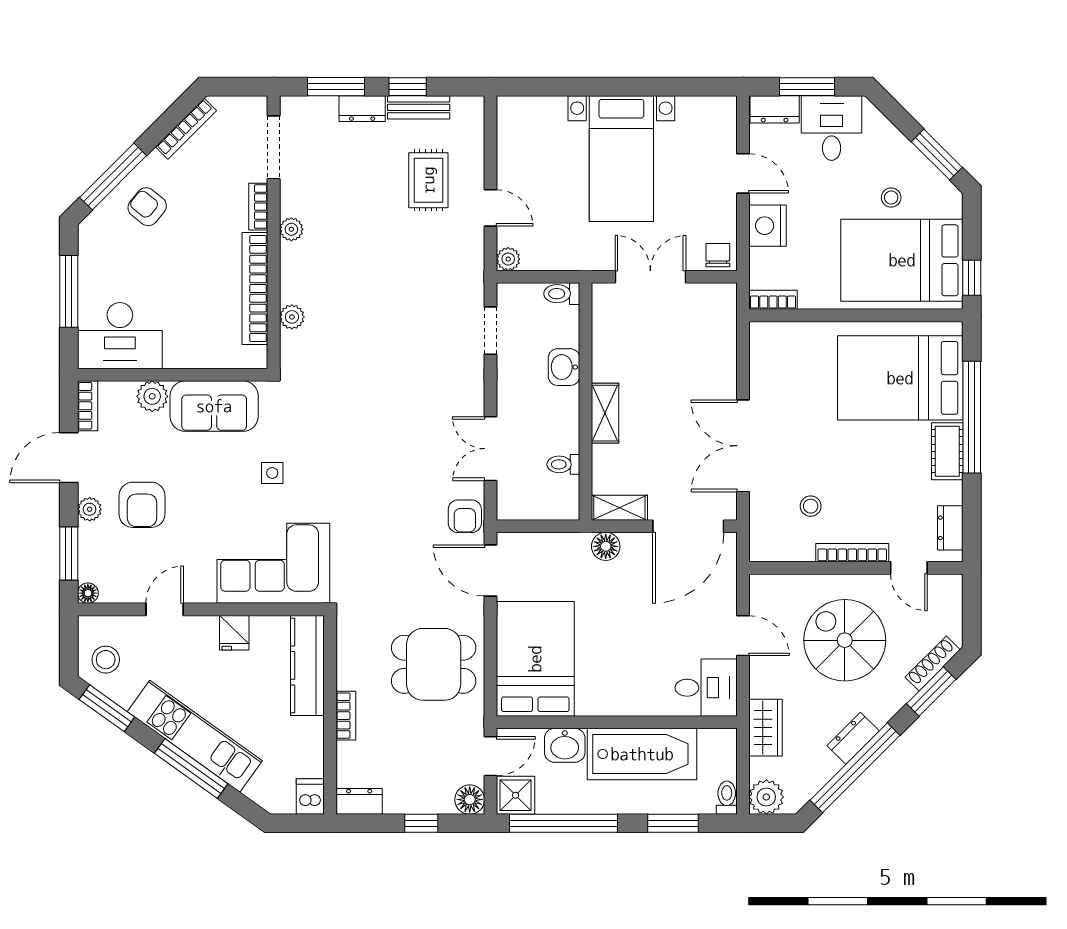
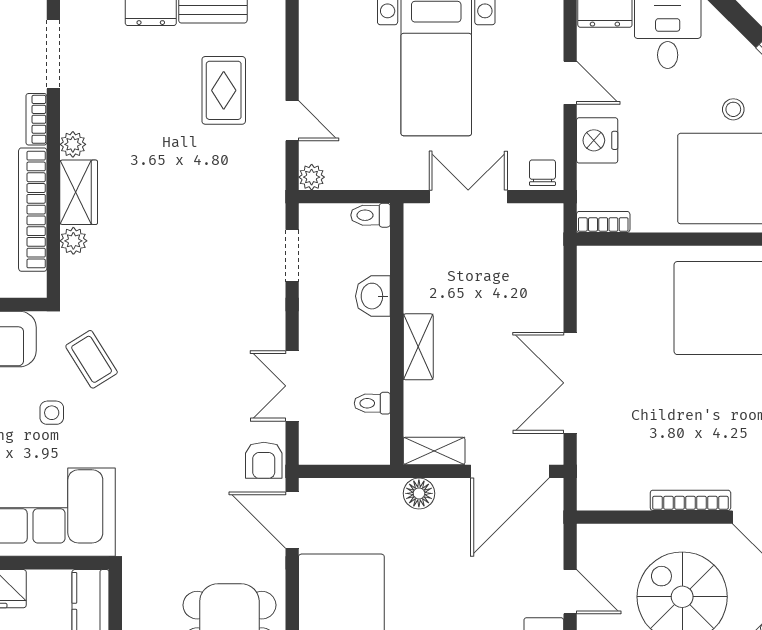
wardrobe: (297, 273) -> (79, 192), added
coffee table: (308, 425) -> (92, 359), added
stool: (811, 506) -> (645, 449), removed

